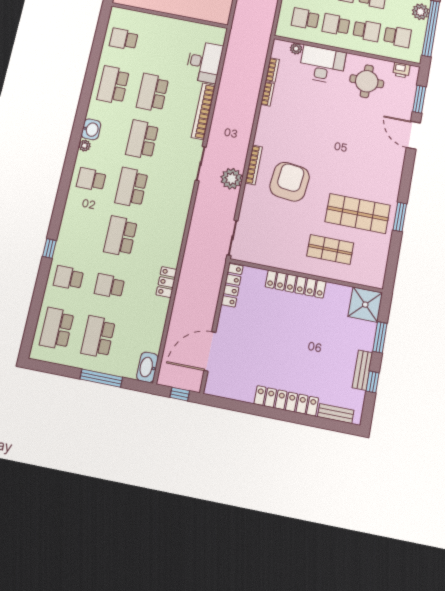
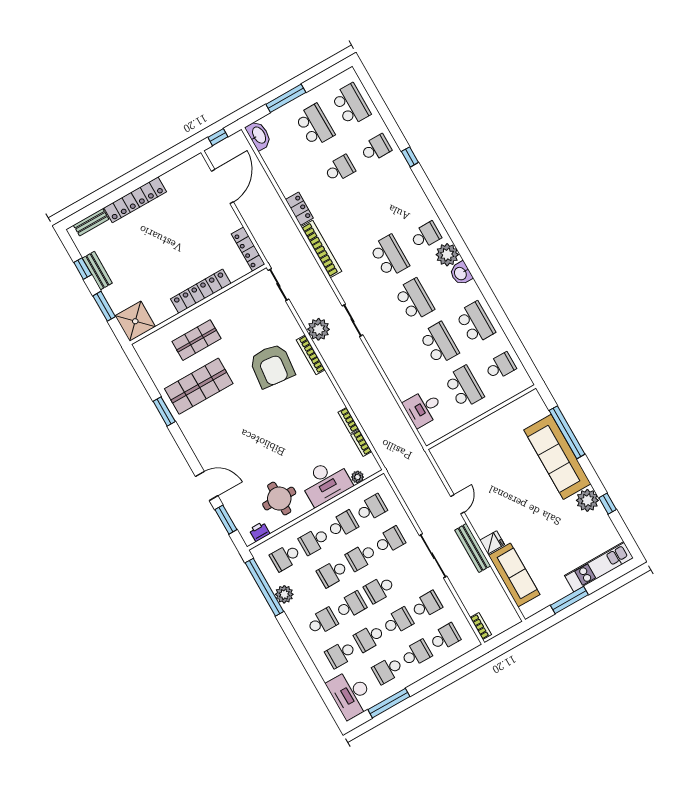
desk: (204, 62) -> (423, 408), width x0.73
bookcase: (203, 111) -> (321, 249), moved
plant: (84, 146) -> (447, 255), width x1.88, depth x1.88
school desk: (120, 236) -> (464, 387), moved

